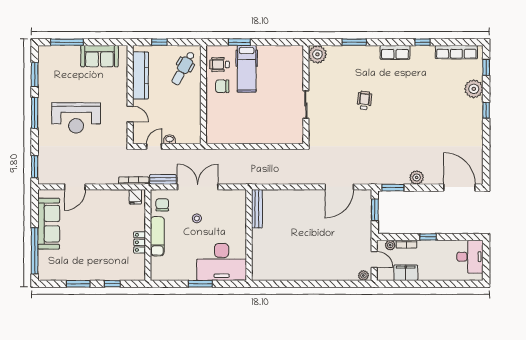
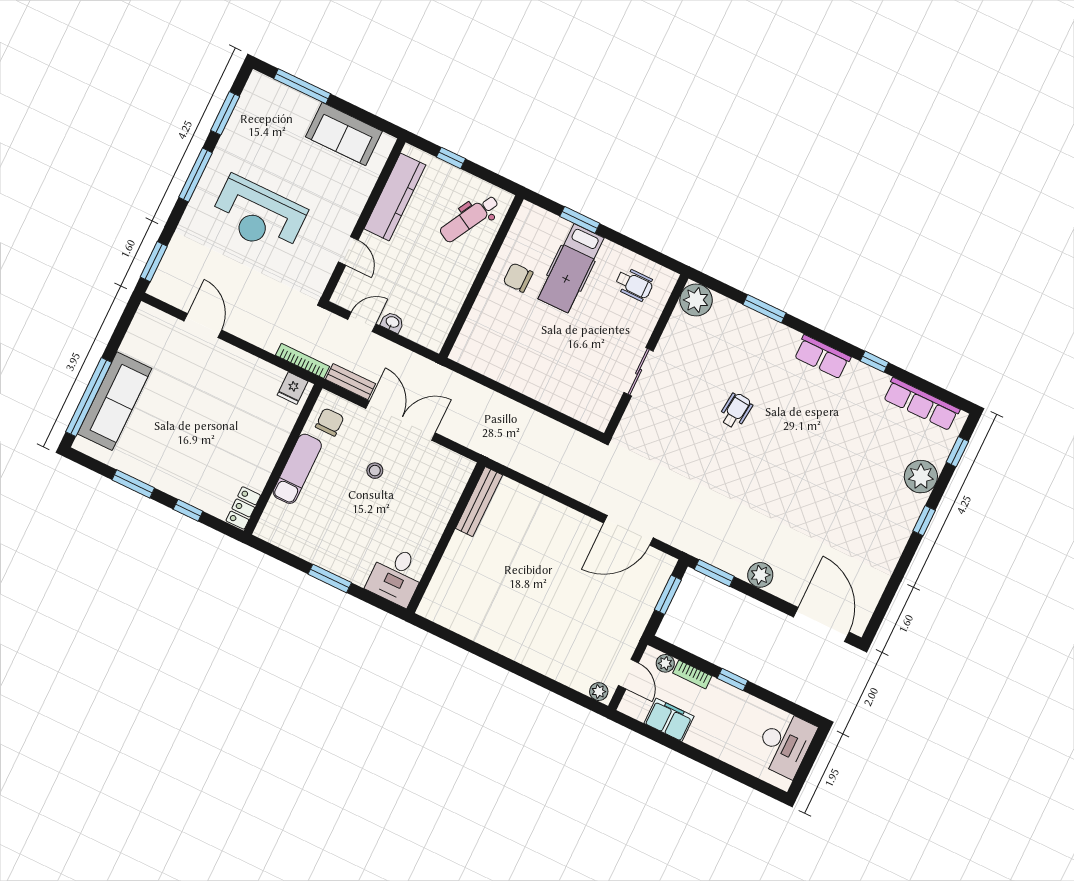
wheelchair: (220, 64) -> (634, 284), moved, turned 180
door: (75, 187) -> (203, 326), swing flipped
sofa: (49, 224) -> (114, 401), moved
locker: (140, 242) -> (243, 508), moved
desk: (222, 262) -> (396, 576), width x0.53, depth x0.77

